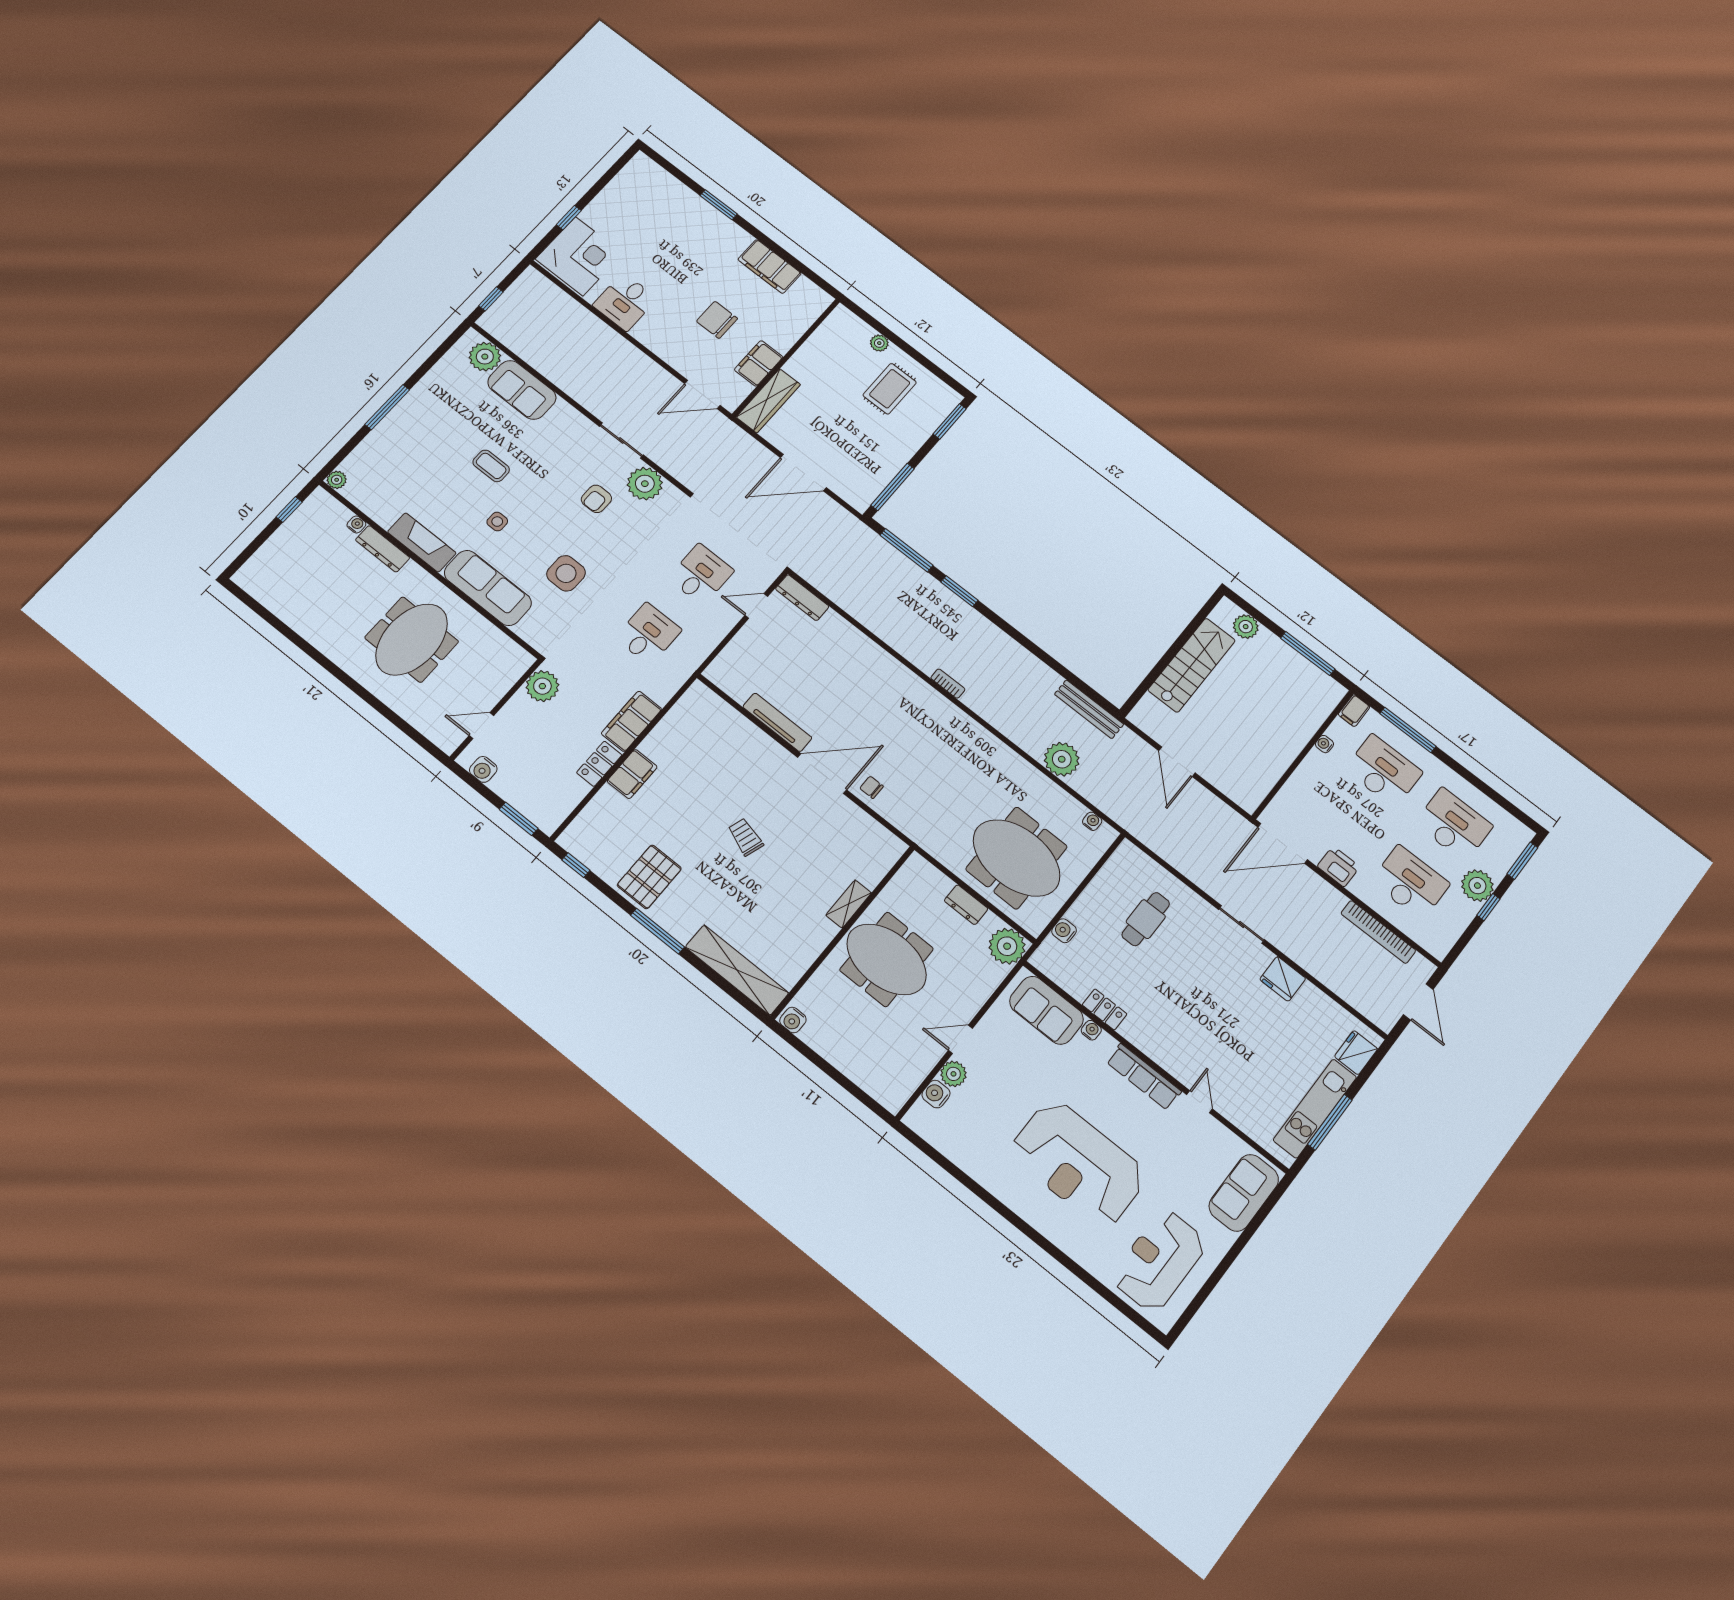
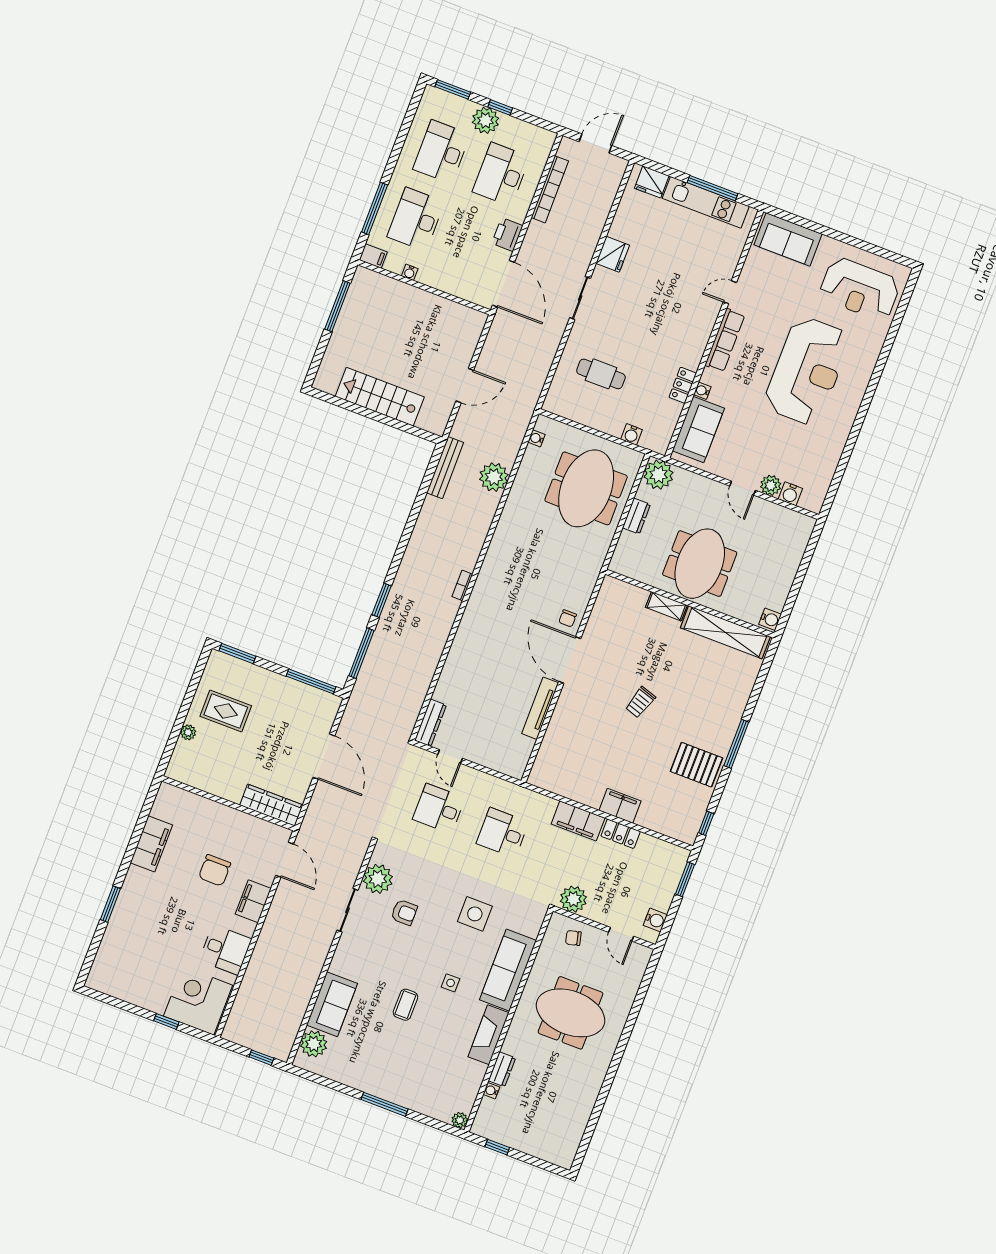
filing cabinet: (759, 363) -> (253, 901), moved, turned 90
dresser: (383, 549) -> (502, 1069), width x0.70
plant: (1246, 627) -> (332, 362), removed
chair: (497, 671) -> (573, 938), added
shelving: (737, 970) -> (725, 632), moved, turned 90

